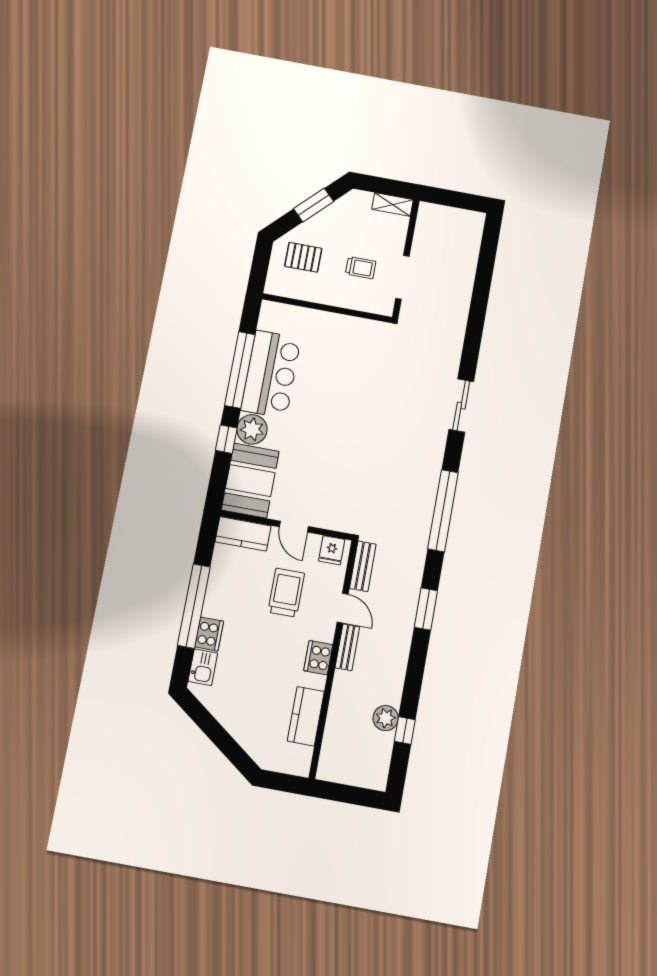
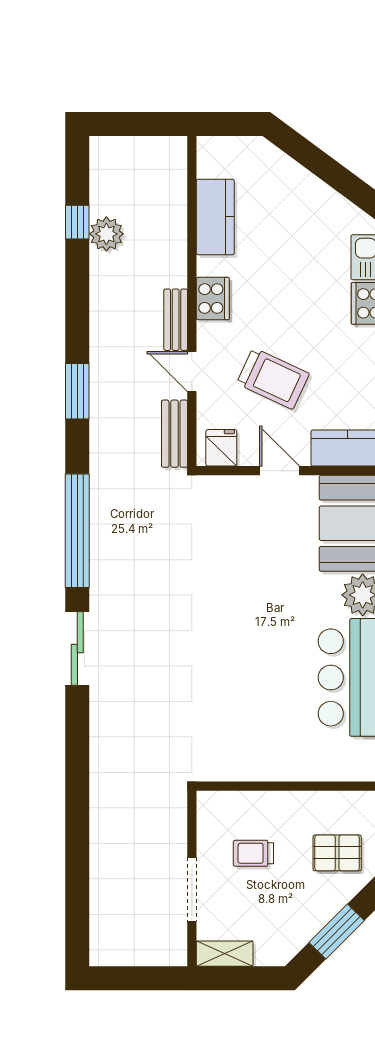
doorway: (402, 277) -> (192, 889), moved
sliding door: (461, 406) -> (77, 649), moved
trolley: (286, 593) -> (273, 378), turned -65

